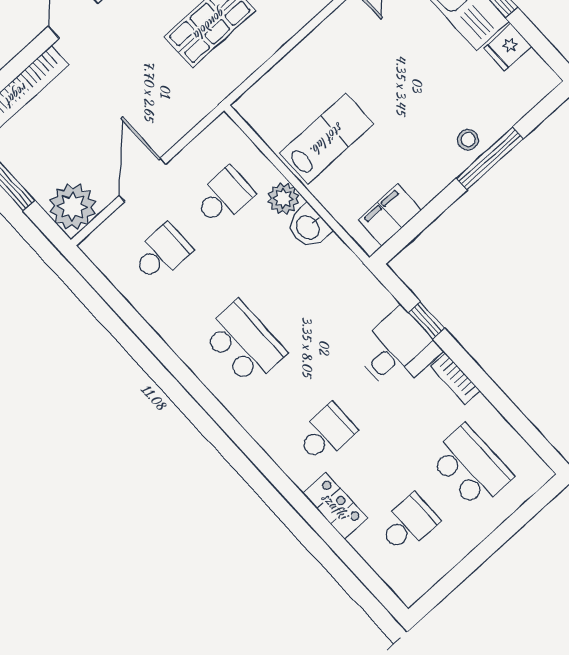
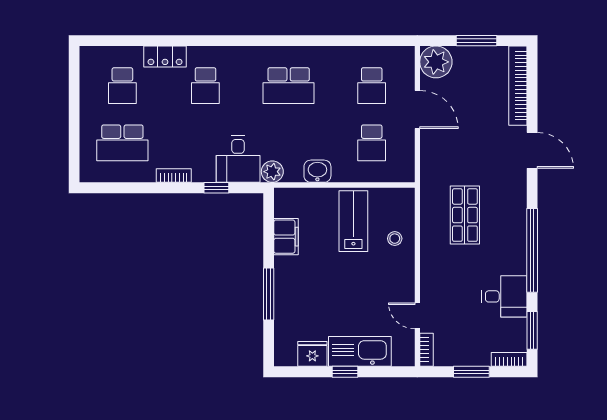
fridge: (508, 47) -> (312, 354), width x1.38
lab bench: (327, 139) -> (353, 221), turned 180
stool: (468, 140) -> (395, 239), moved
plant: (283, 198) -> (272, 172), moved
filing cabinet: (390, 215) -> (286, 237), moved
desk: (397, 351) -> (238, 159), moved

